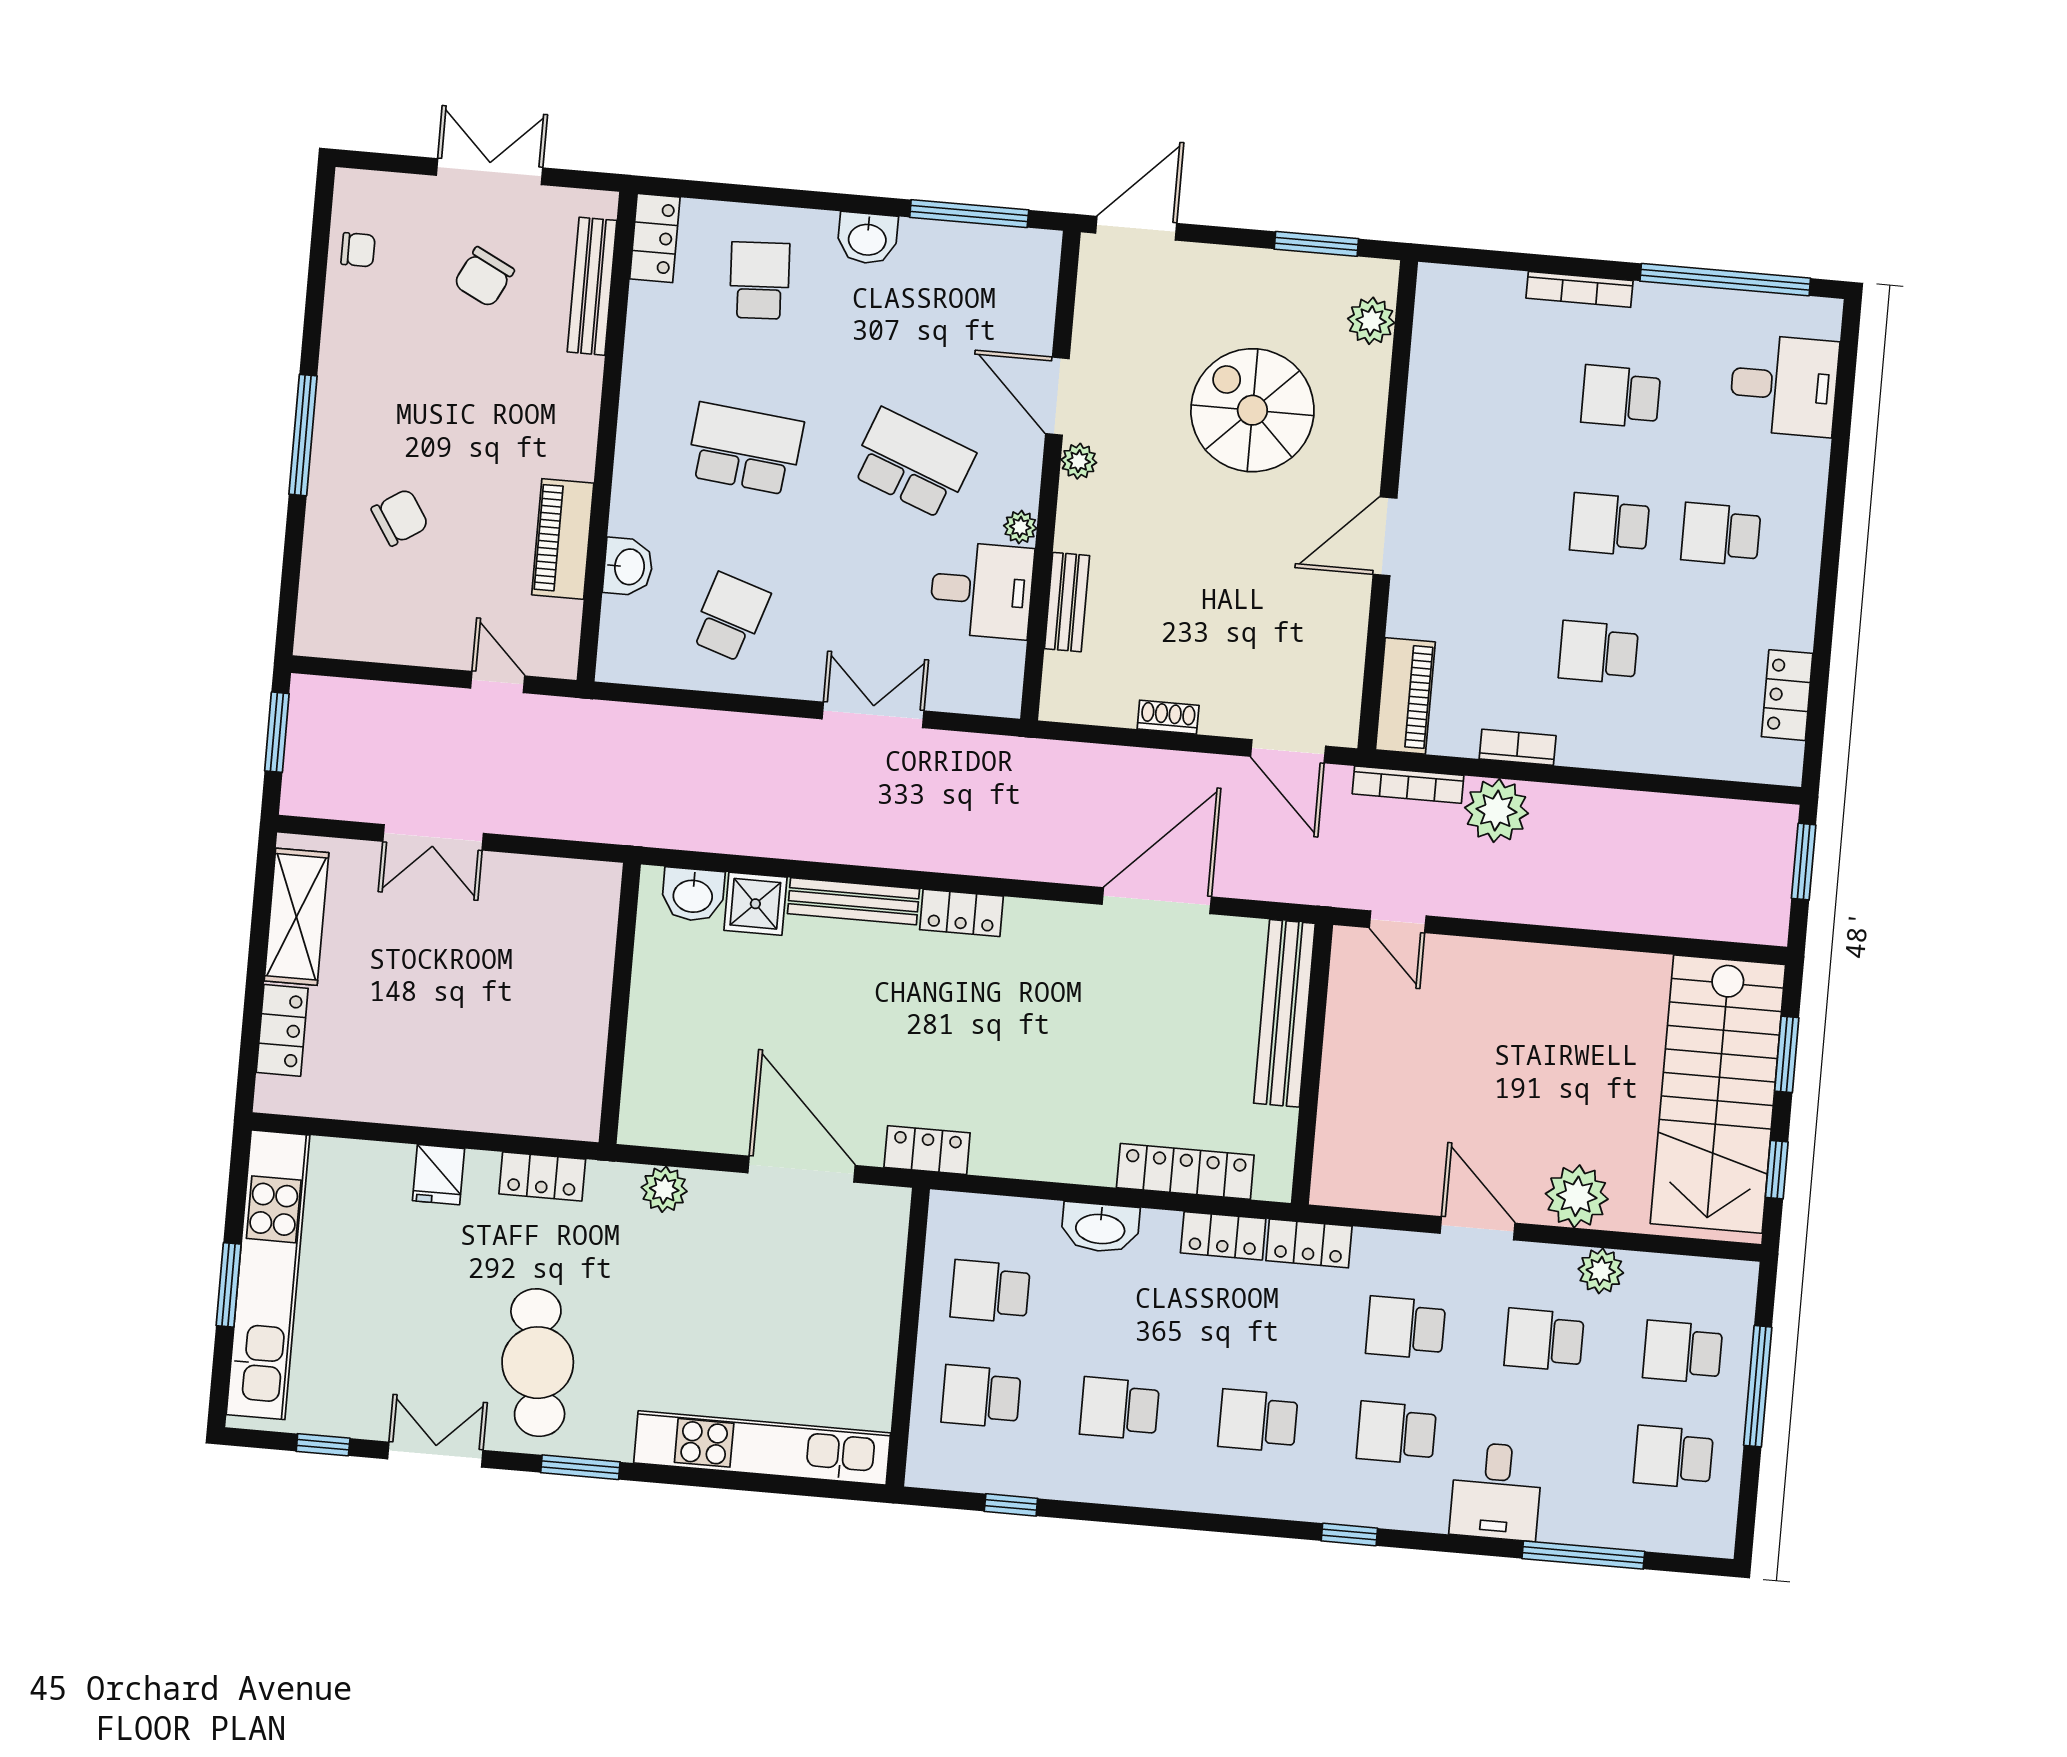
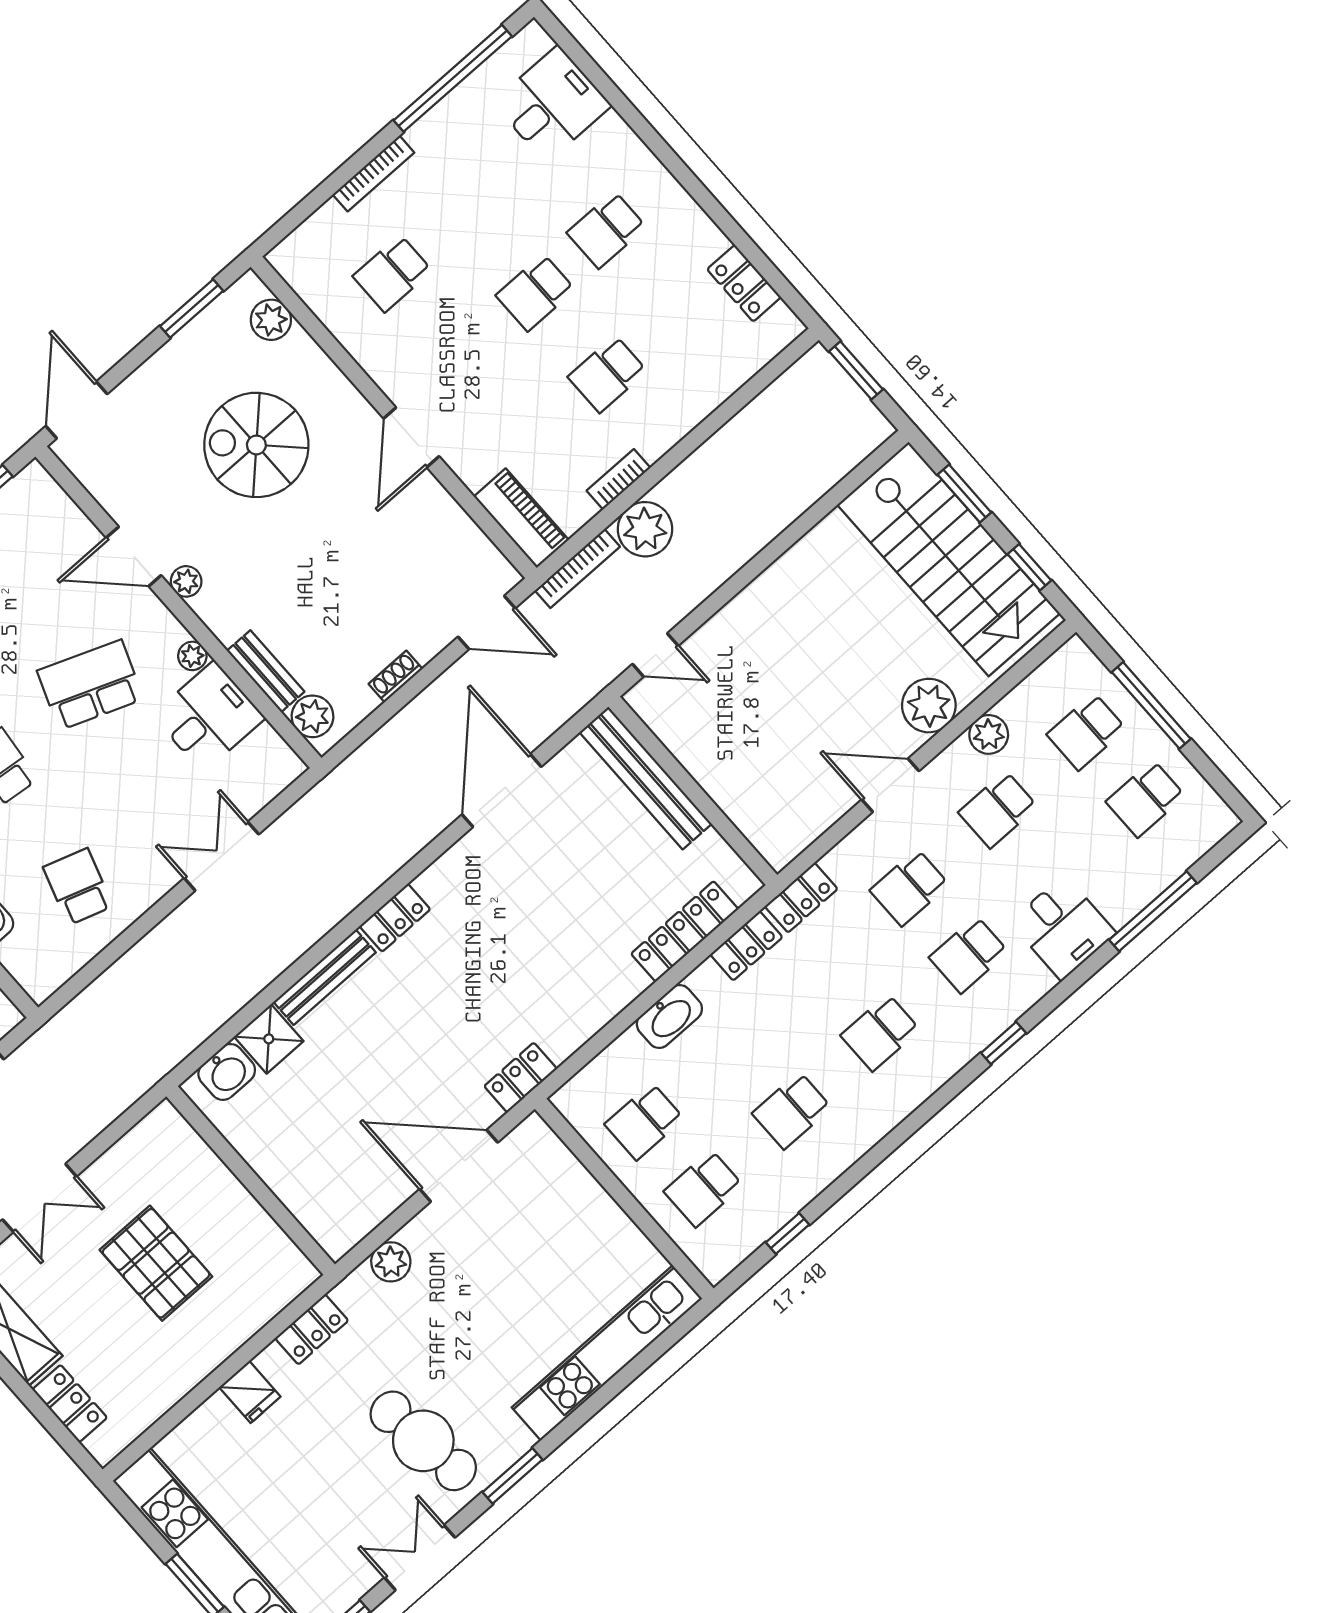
school desk: (1621, 397) -> (392, 273), moved
plant: (1066, 679) -> (313, 716), added
pallet: (472, 990) -> (156, 1263), added

